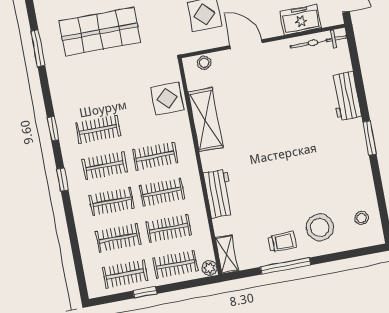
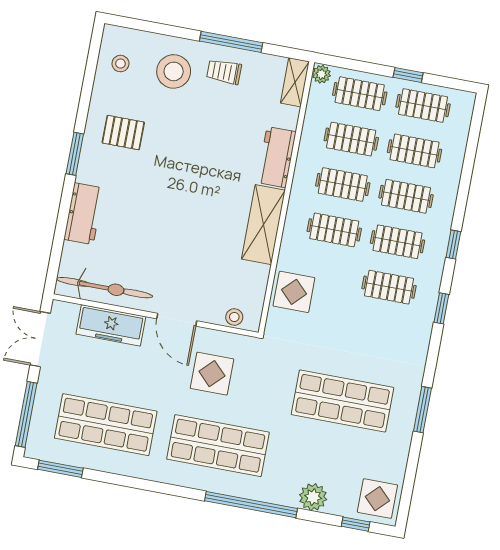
freezer: (301, 20) -> (111, 325), width x1.40
bicycle: (319, 42) -> (104, 288), width x1.37, depth x1.40
shelving: (205, 120) -> (263, 225), moved
pallet: (340, 168) -> (123, 133), added

